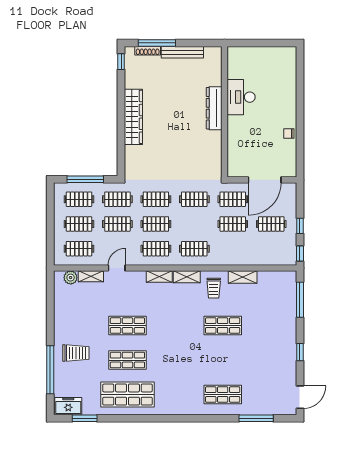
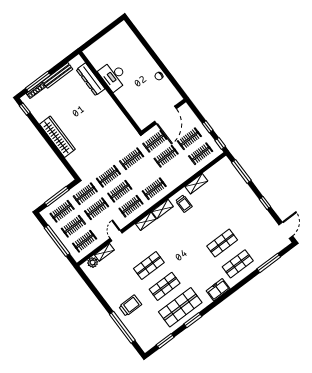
dresser: (214, 108) -> (91, 79), moved
window: (50, 226) -> (57, 241), added
clothes rail: (271, 249) -> (201, 154), added
shop shelf: (223, 326) -> (222, 243), moved
freezer: (68, 406) -> (218, 290), moved
window: (131, 418) -> (193, 320), added

